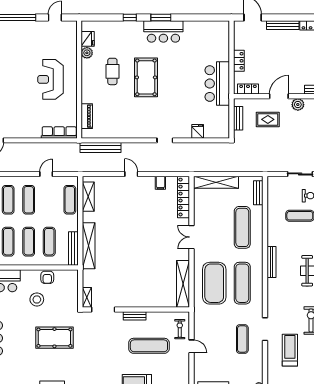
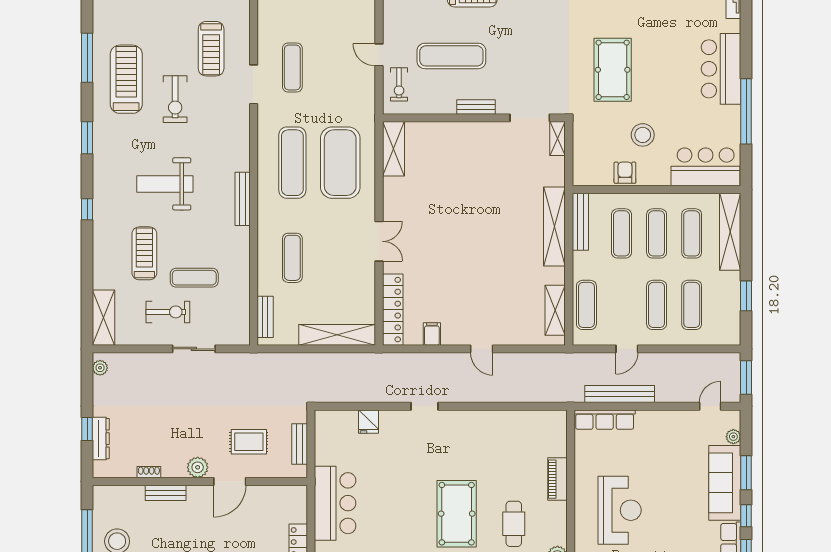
locker: (248, 89) -> (283, 494), removed
piano: (87, 116) -> (557, 479), moved
bench: (101, 148) -> (620, 394), moved
exercise mat: (242, 227) -> (292, 258), width x0.73, depth x0.69
shelving: (183, 284) -> (393, 149), width x0.68
pool table: (54, 338) -> (613, 70), turned 90

